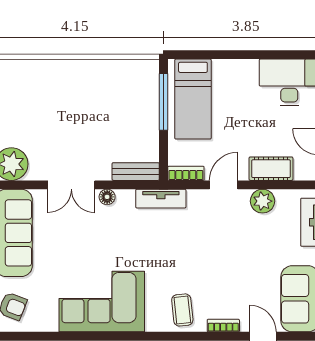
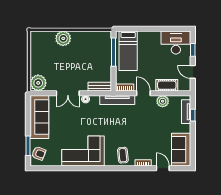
plant: (62, 74) -> (63, 38), added
door: (224, 185) -> (143, 93), hinge flipped
tv unit: (161, 199) -> (117, 100), width x1.41

